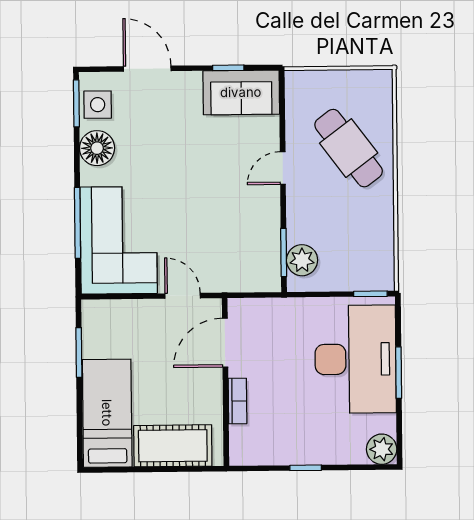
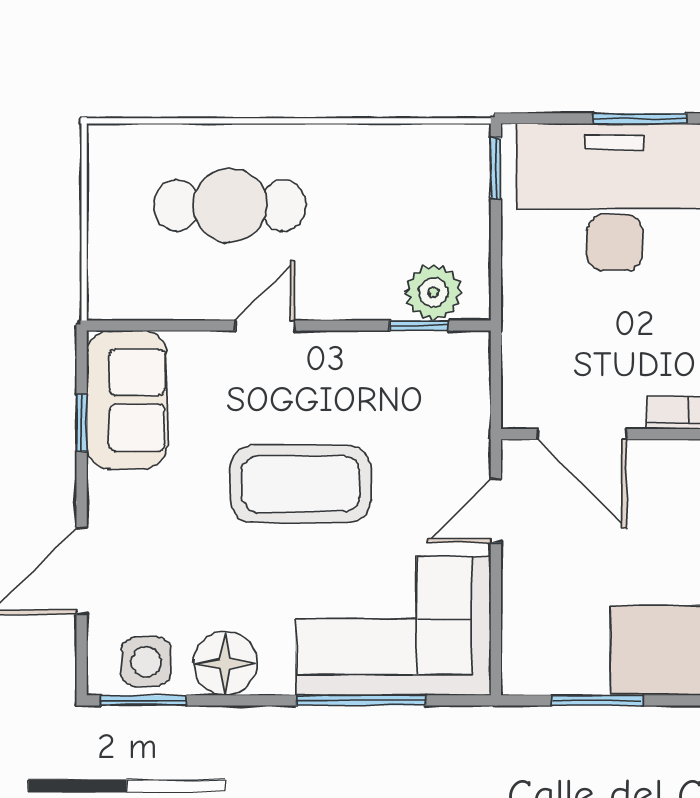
cafe table: (349, 148) -> (230, 205), turned 37
door: (283, 168) -> (265, 326), swing flipped
coffee table: (196, 189) -> (301, 484), added
window: (284, 253) -> (419, 326), width x0.67

